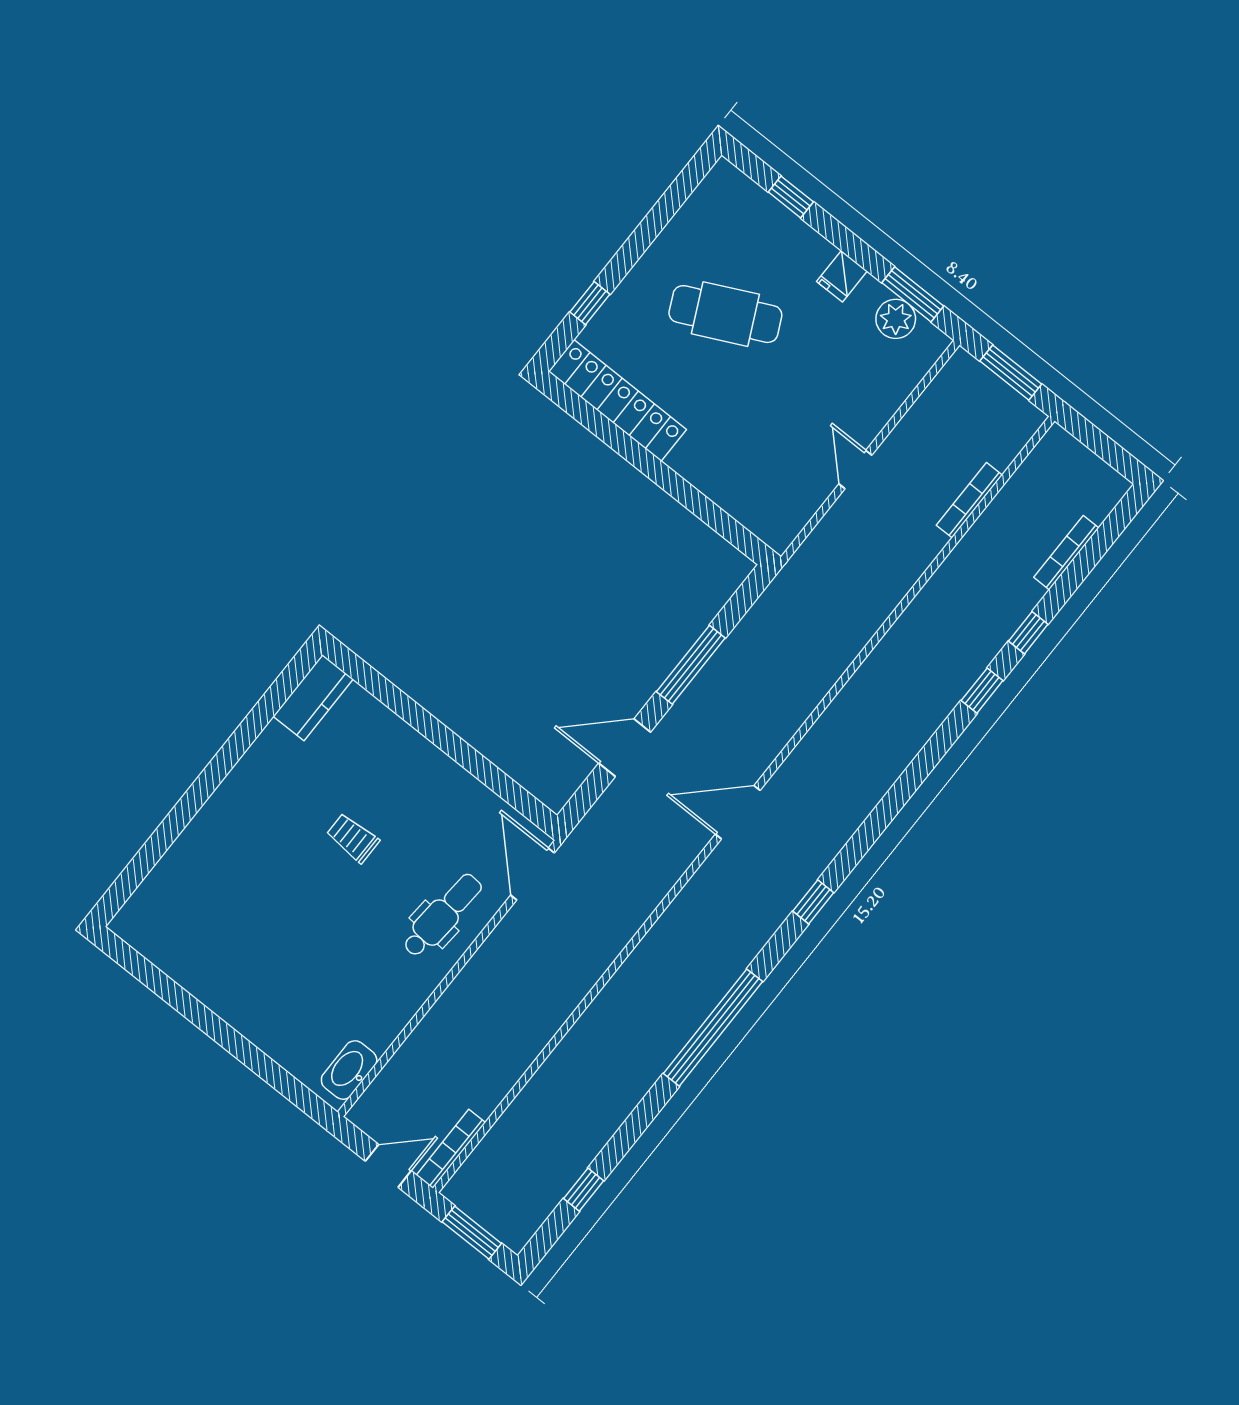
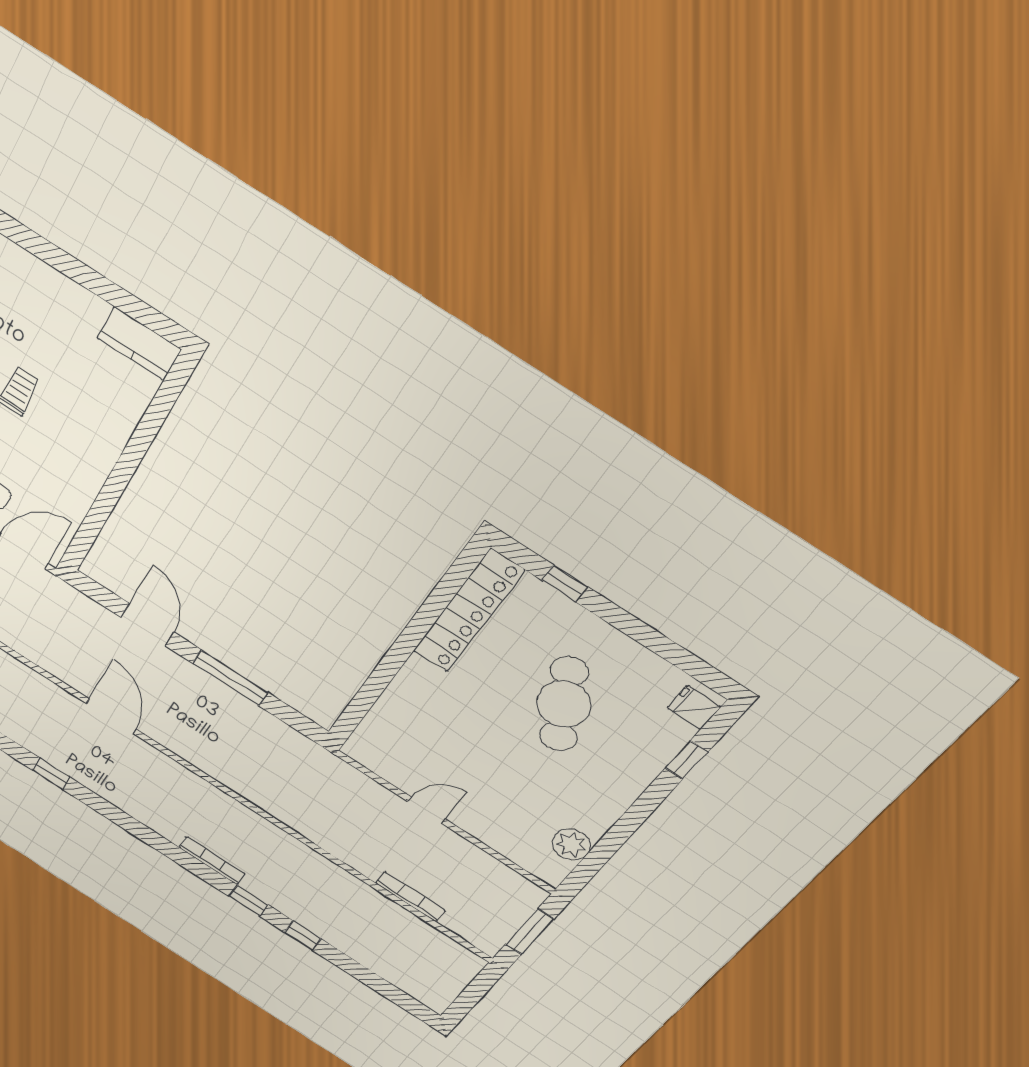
fridge: (842, 276) -> (694, 708), moved
window: (913, 294) -> (596, 859), removed
bookcase: (1066, 553) -> (212, 861), moved

